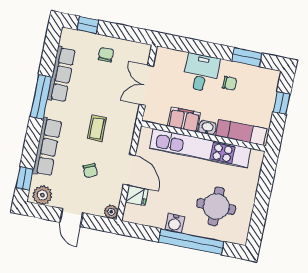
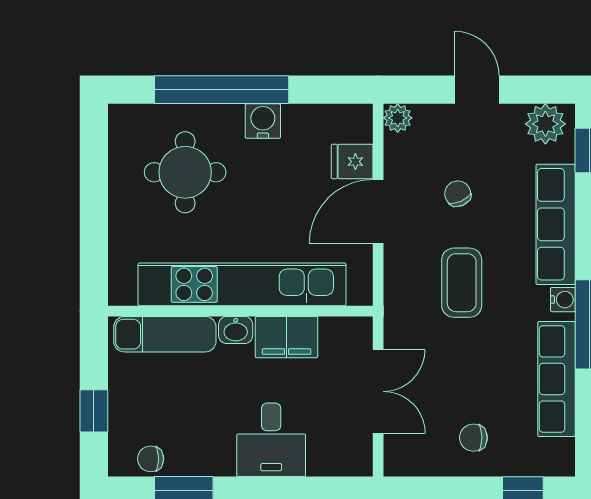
chair: (106, 55) -> (473, 438), turned 90
chair: (230, 83) -> (151, 459), moved
water cooler: (51, 111) -> (563, 300), added
coffee table: (97, 128) -> (462, 283), width x1.36, depth x1.30
door: (129, 170) -> (378, 211), hinge flipped

